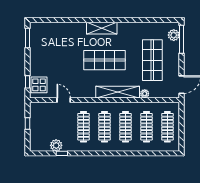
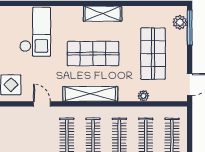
shelving: (102, 28) -> (103, 14), moved
checkout: (58, 43) -> (35, 32), added
shelving: (118, 92) -> (90, 94), moved

